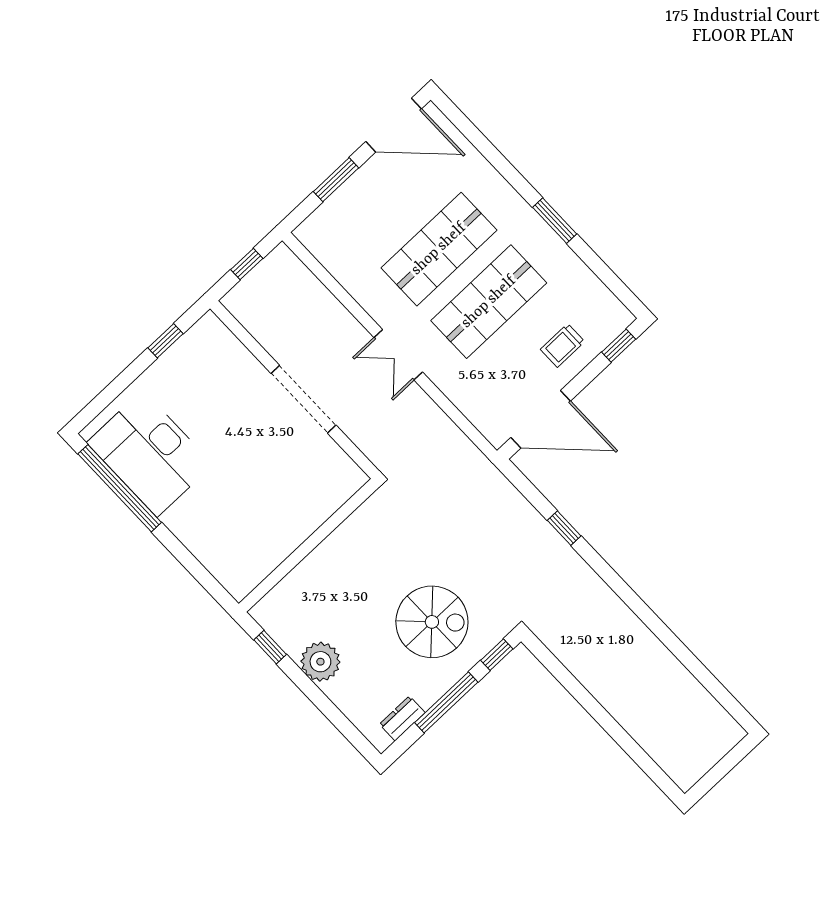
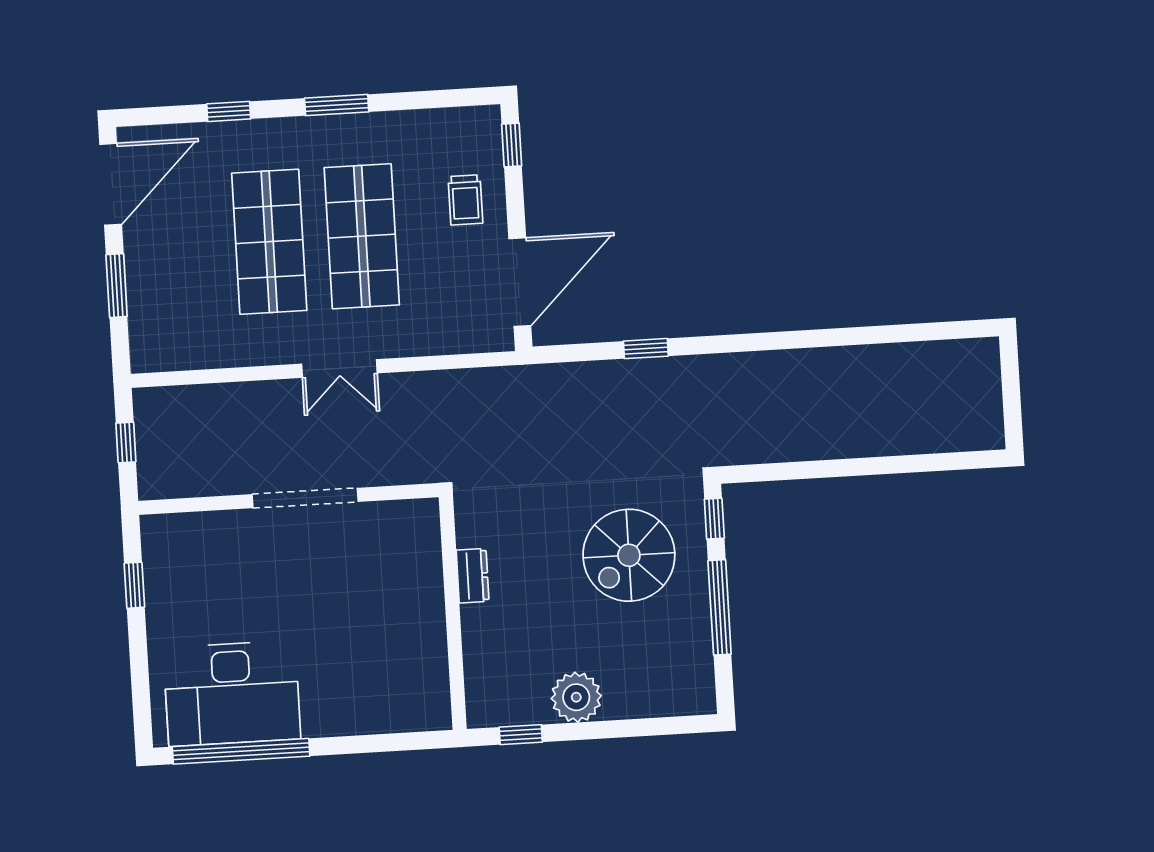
window: (497, 159) -> (229, 111), added
spiral stairs: (432, 622) -> (629, 555), turned 180
dresser: (402, 718) -> (473, 576), moved, turned 180

